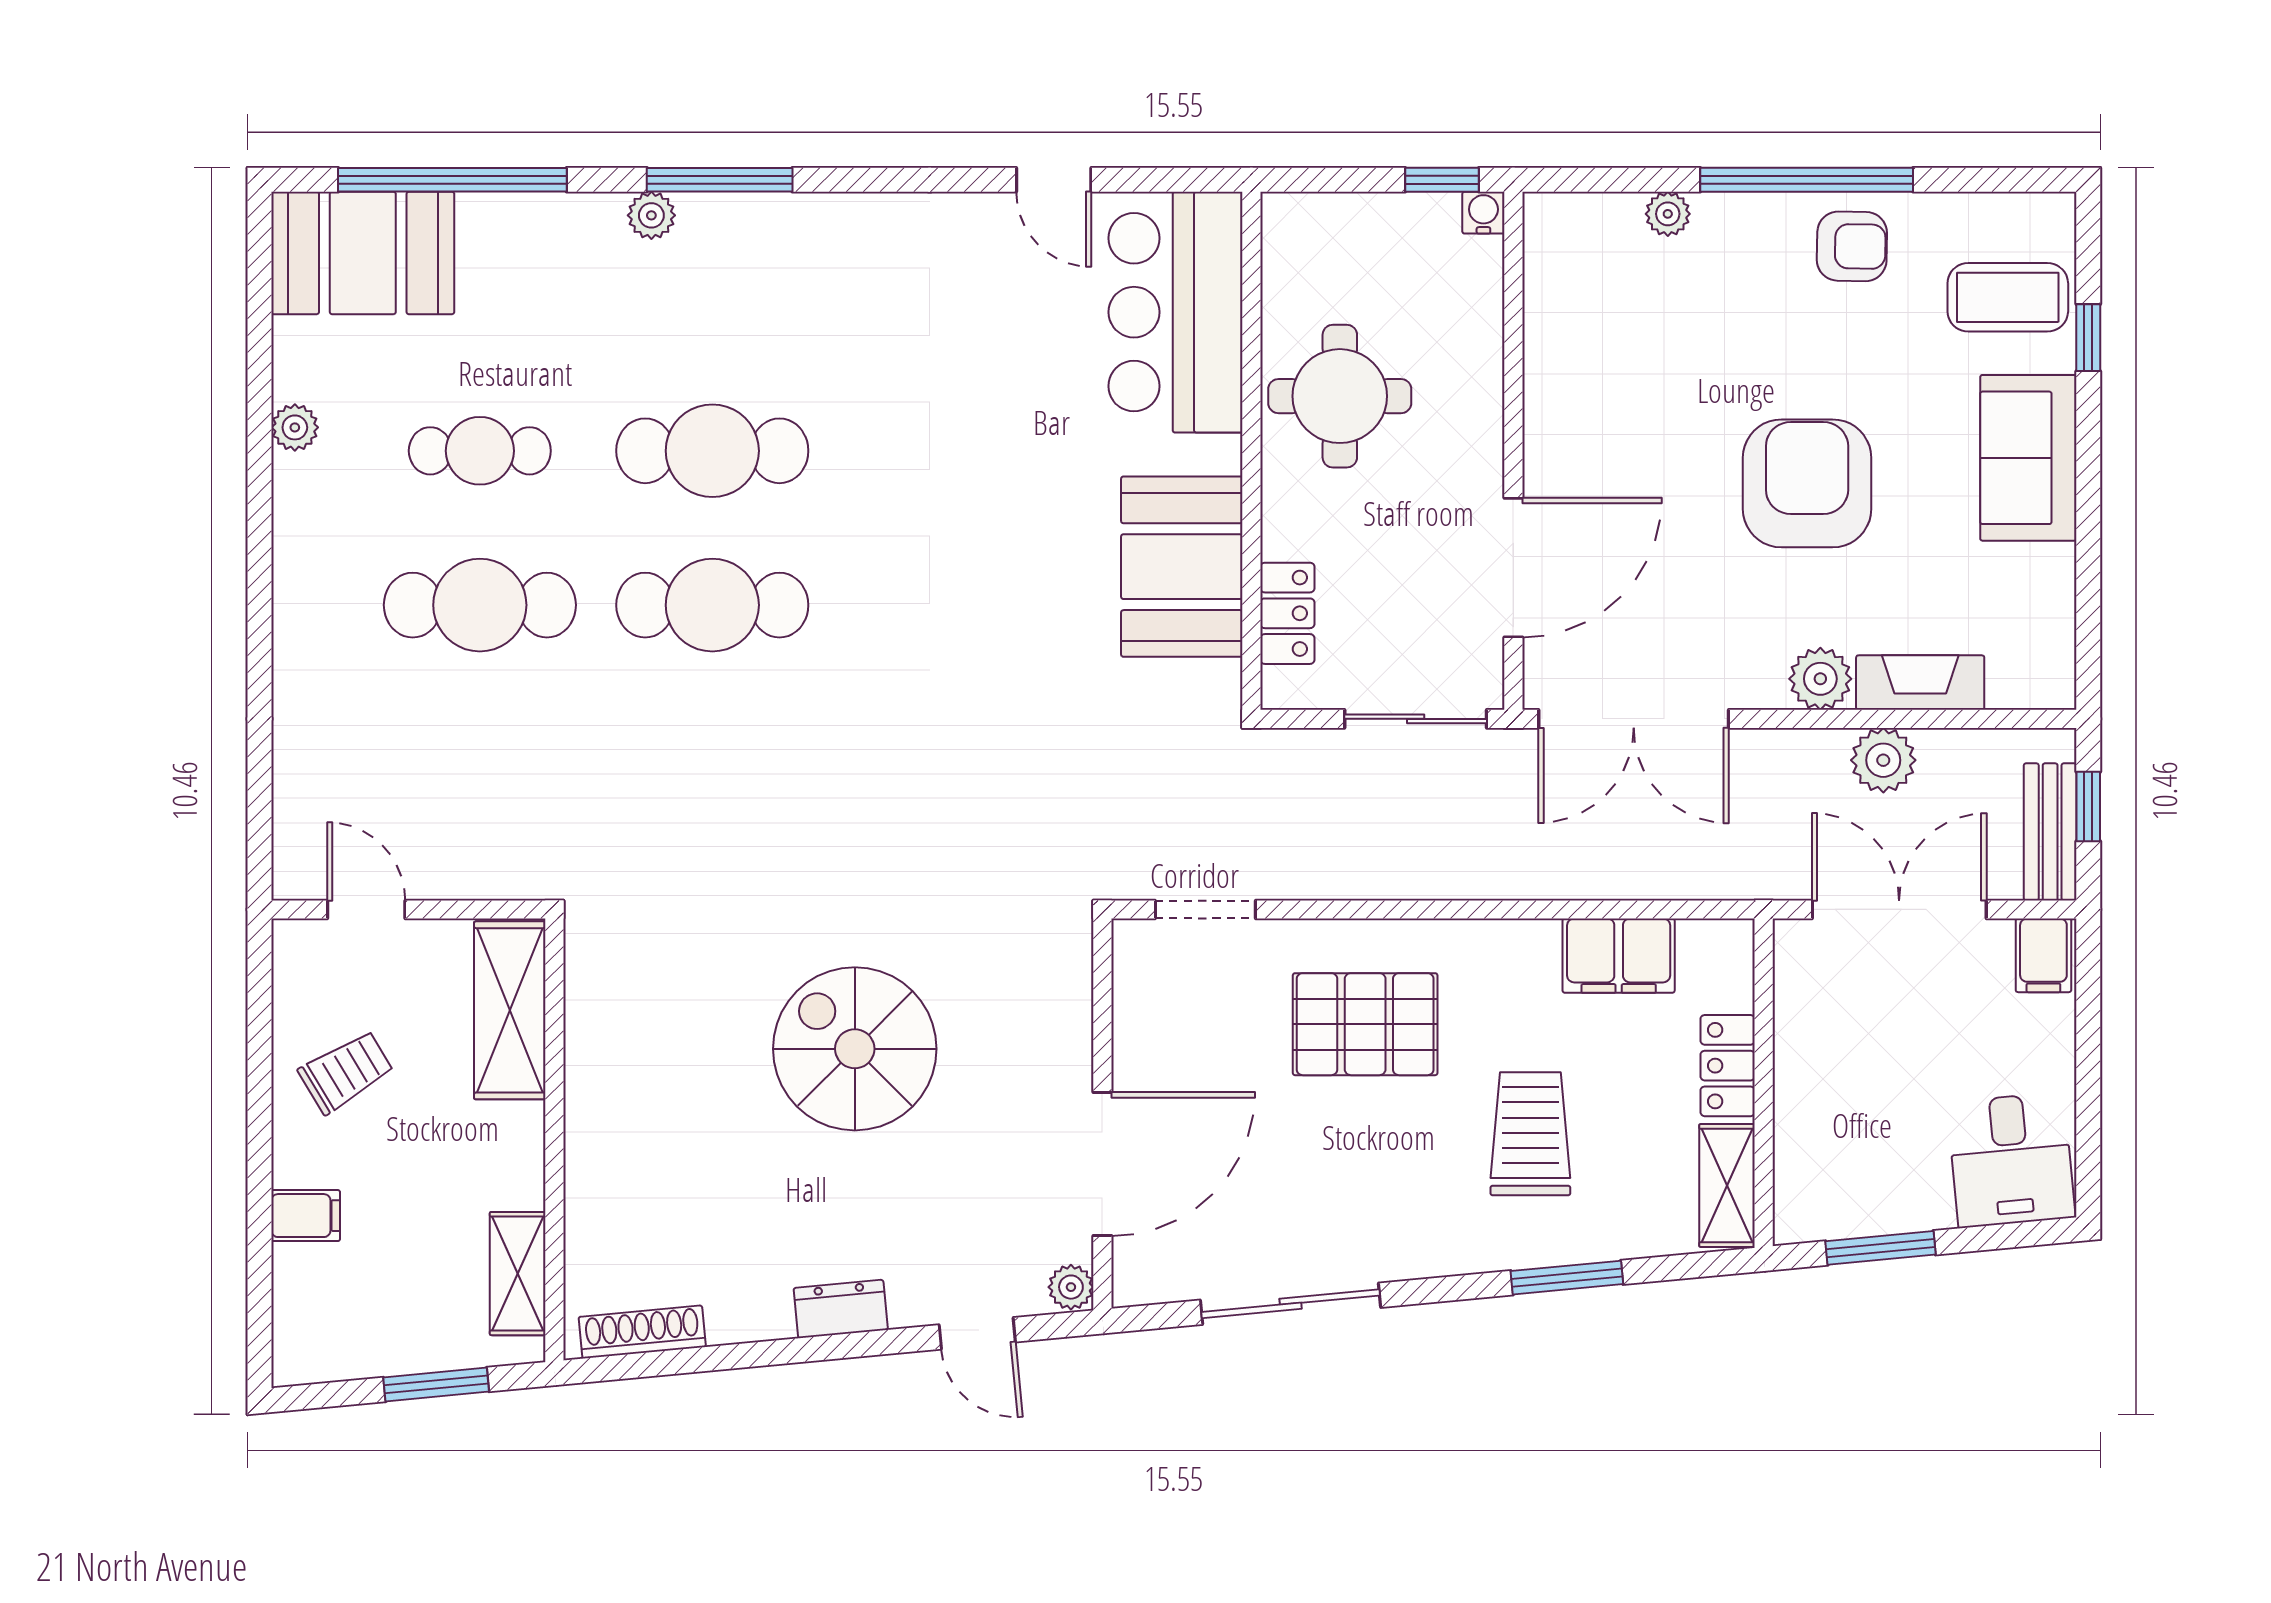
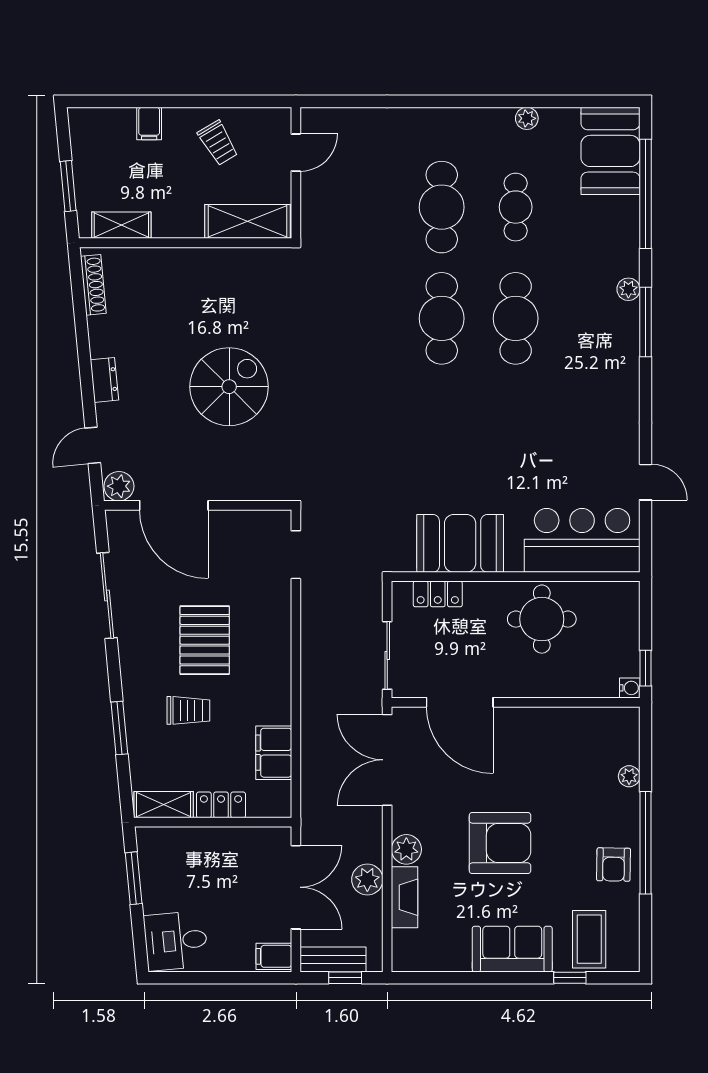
door: (1054, 180) -> (645, 482), swing flipped
pallet: (1365, 1024) -> (205, 640), moved
trolley: (1530, 1134) -> (188, 710), width x0.73, depth x0.72
plant: (1071, 1287) -> (119, 486), width x1.38, depth x1.38

